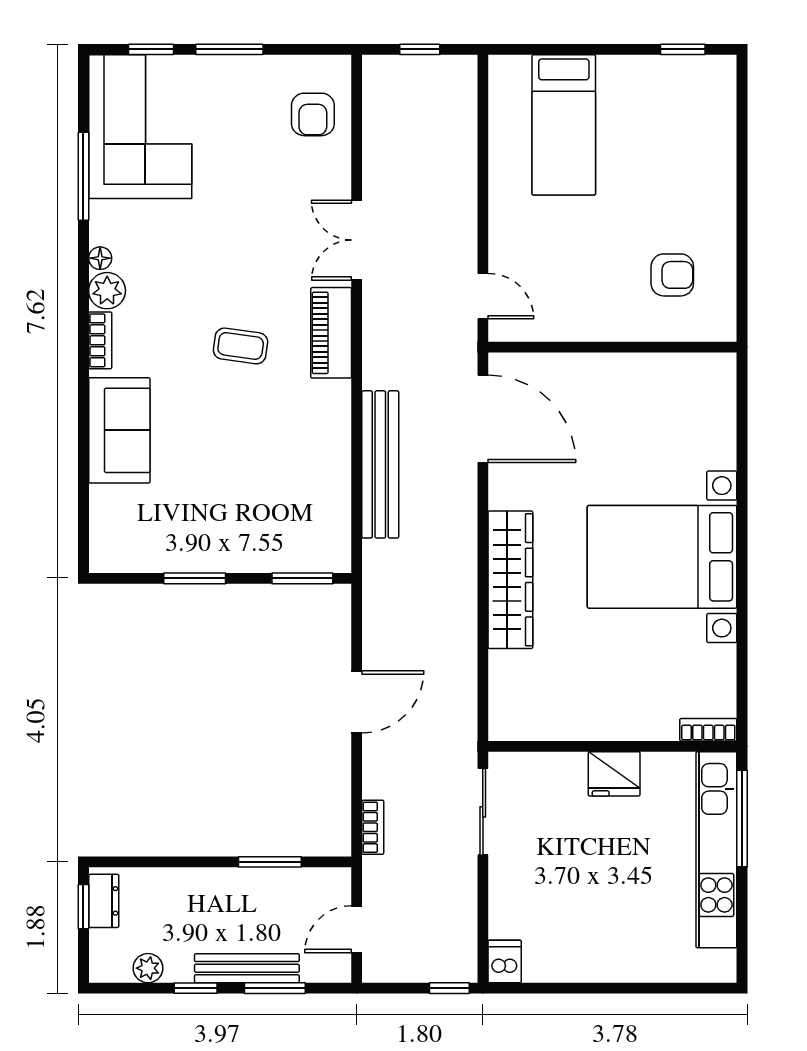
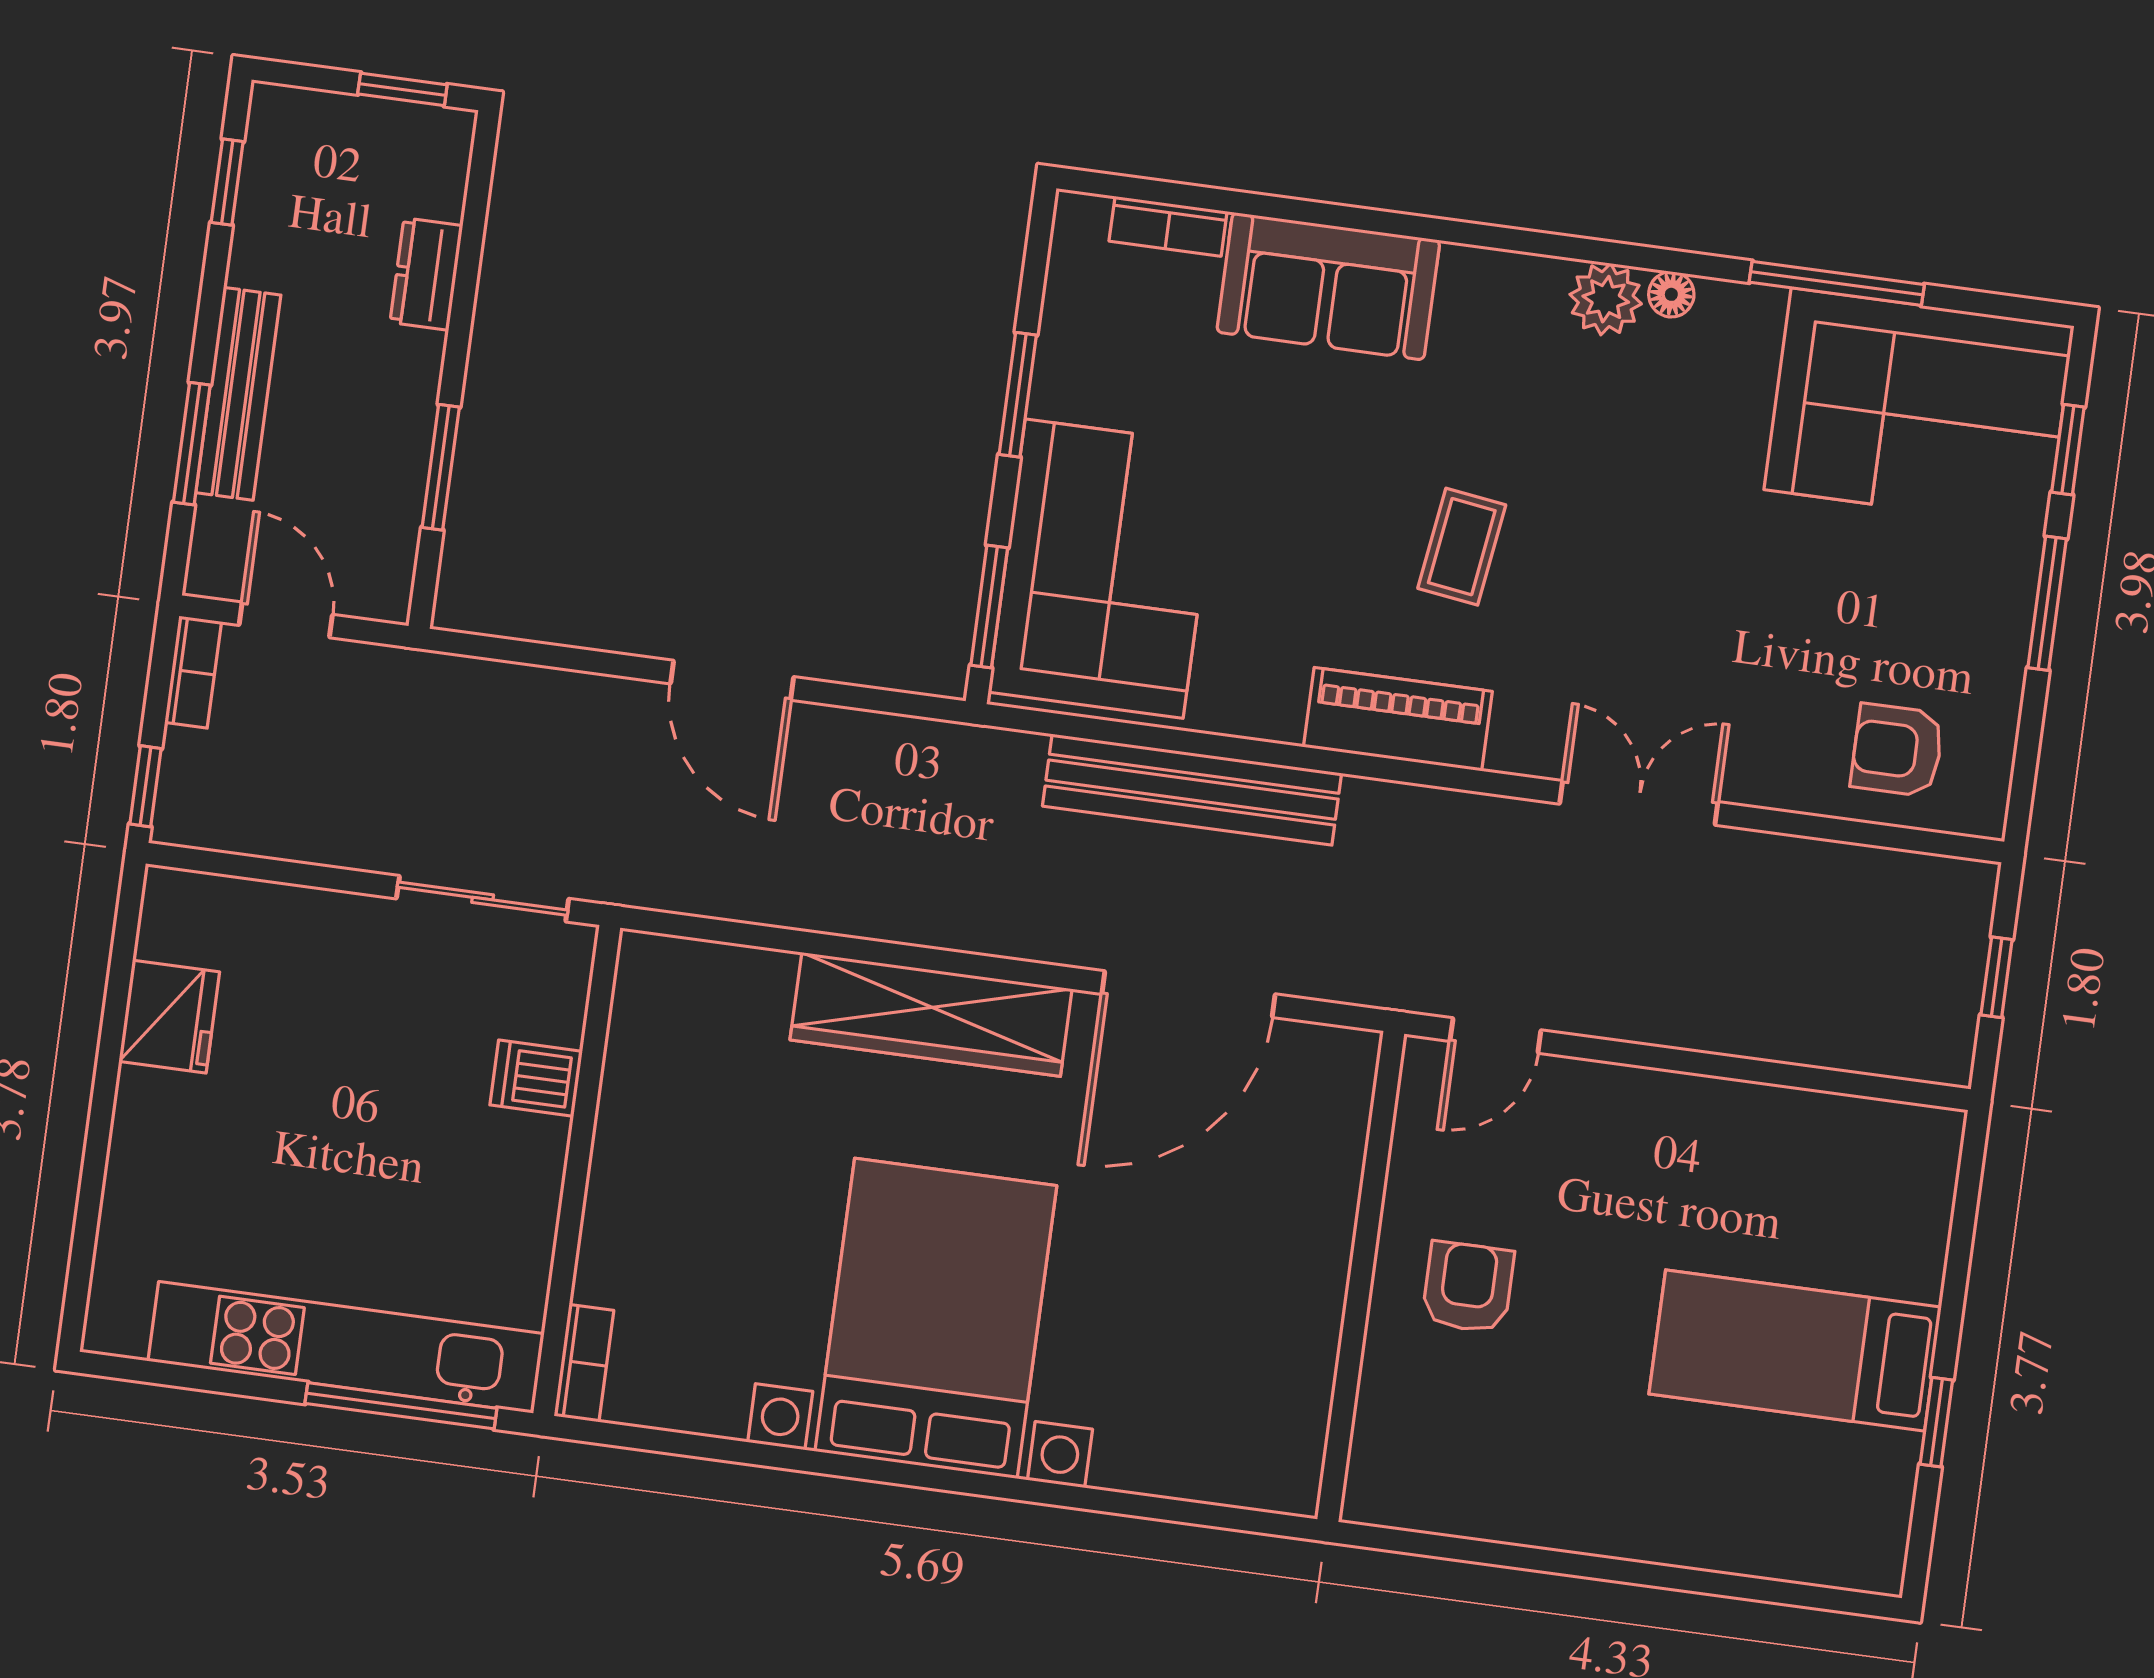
window: (683, 49) -> (1936, 1422), moved
bed: (564, 125) -> (1795, 1350), moved
armchair: (672, 275) -> (1468, 1287), moved, turned 180
piano: (331, 333) -> (1398, 719), moved
bookcase: (100, 340) -> (1168, 226), moved
door: (483, 419) -> (1189, 994), moved
corner sofa: (276, 523) -> (1104, 569), added
fridge: (614, 774) -> (169, 1017), moved, turned 180
bookcase: (373, 827) -> (193, 672), moved, turned -90
dresser: (104, 901) -> (426, 274), moved, turned 90
dishwasher: (505, 961) -> (536, 1078), moved, turned 180
plant: (148, 968) -> (265, 200), removed
window: (196, 988) -> (227, 182), moved

